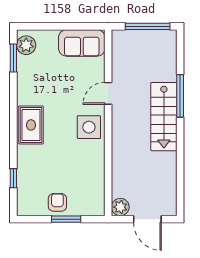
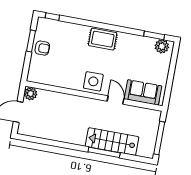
sofa: (82, 43) -> (143, 92), moved, turned 90
stairs: (164, 117) -> (112, 142), moved
window: (13, 178) -> (52, 17), moved
window: (66, 219) -> (31, 41), moved

